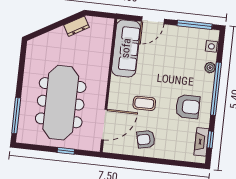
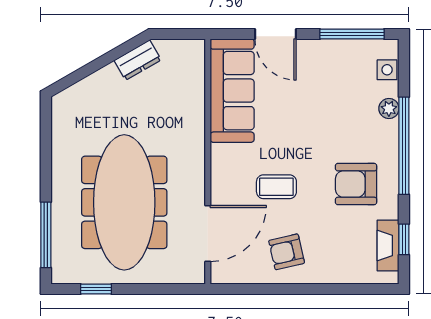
door: (153, 20) -> (276, 34), hinge flipped
armchair: (188, 107) -> (356, 184), turned 180
window: (66, 151) -> (96, 289), moved

